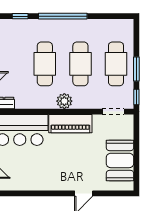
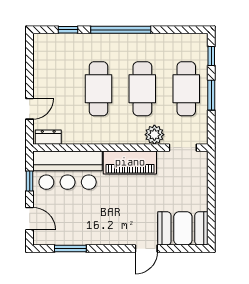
window: (136, 97) -> (211, 56), moved
plant: (64, 101) -> (154, 135), moved
booth: (120, 160) -> (183, 228), moved, turned 90
window: (22, 193) -> (70, 249), added

